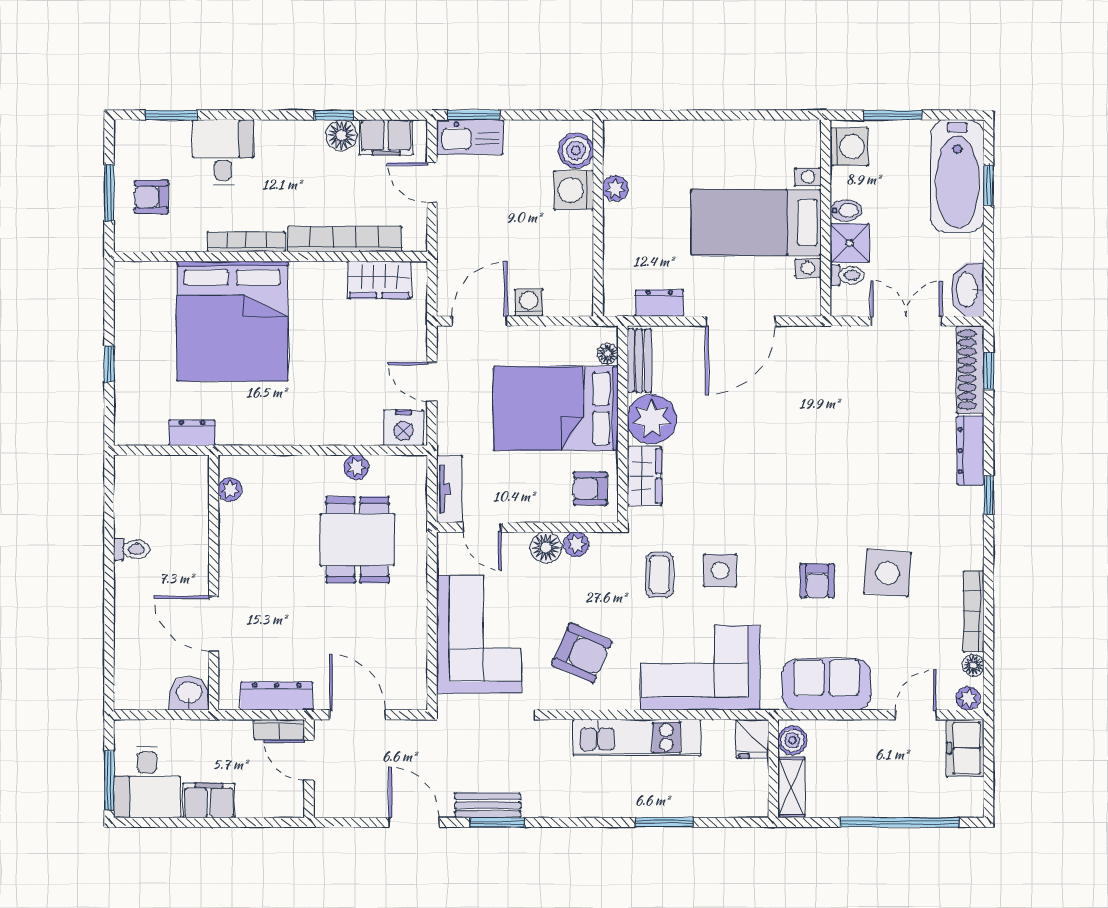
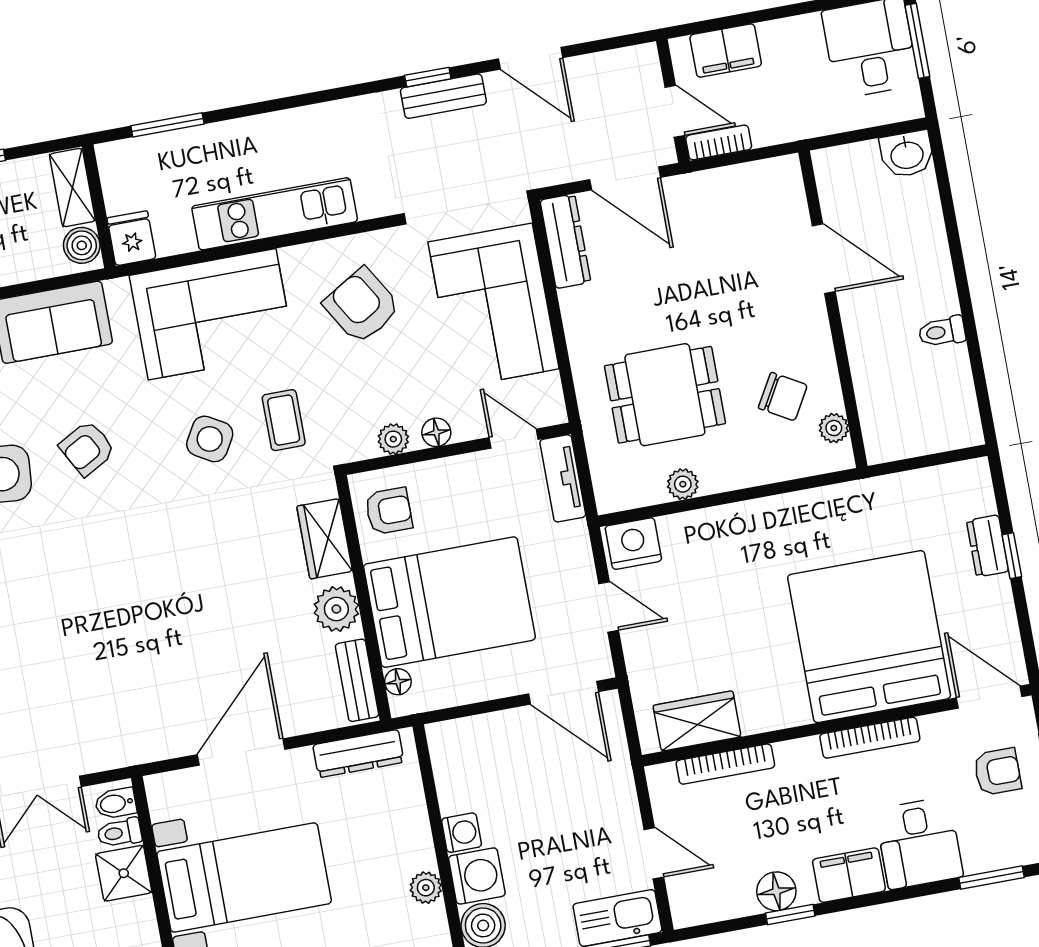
filing cabinet: (386, 137) -> (849, 875), moved
bidet: (846, 210) -> (116, 803), moved
bookcase: (345, 239) -> (725, 764), width x0.68, depth x0.76
door: (147, 257) -> (989, 697), added
washing machine: (529, 303) -> (462, 833), moved, turned -90
dresser: (659, 303) -> (358, 754), width x1.44
door: (480, 321) -> (564, 693), hinge flipped
plant: (652, 419) -> (336, 609), width x0.73, depth x0.73
dresser: (192, 433) -> (988, 546), moved, turned 90
chair: (265, 521) -> (783, 397), added
dining table: (357, 540) -> (665, 395), turned 90
floor lamp: (546, 547) -> (436, 432), width x0.73, depth x0.73
side table: (720, 571) -> (210, 439), turned 30
armchair: (817, 581) -> (87, 448), turned -119
armchair: (582, 653) -> (362, 306), turned 35
washbasin: (189, 693) -> (907, 154), moved
dresser: (277, 696) -> (565, 241), moved, turned -90
filing cabinet: (209, 800) -> (726, 51), moved
window: (497, 822) -> (428, 77), width x0.67
window: (664, 822) -> (167, 125), moved

